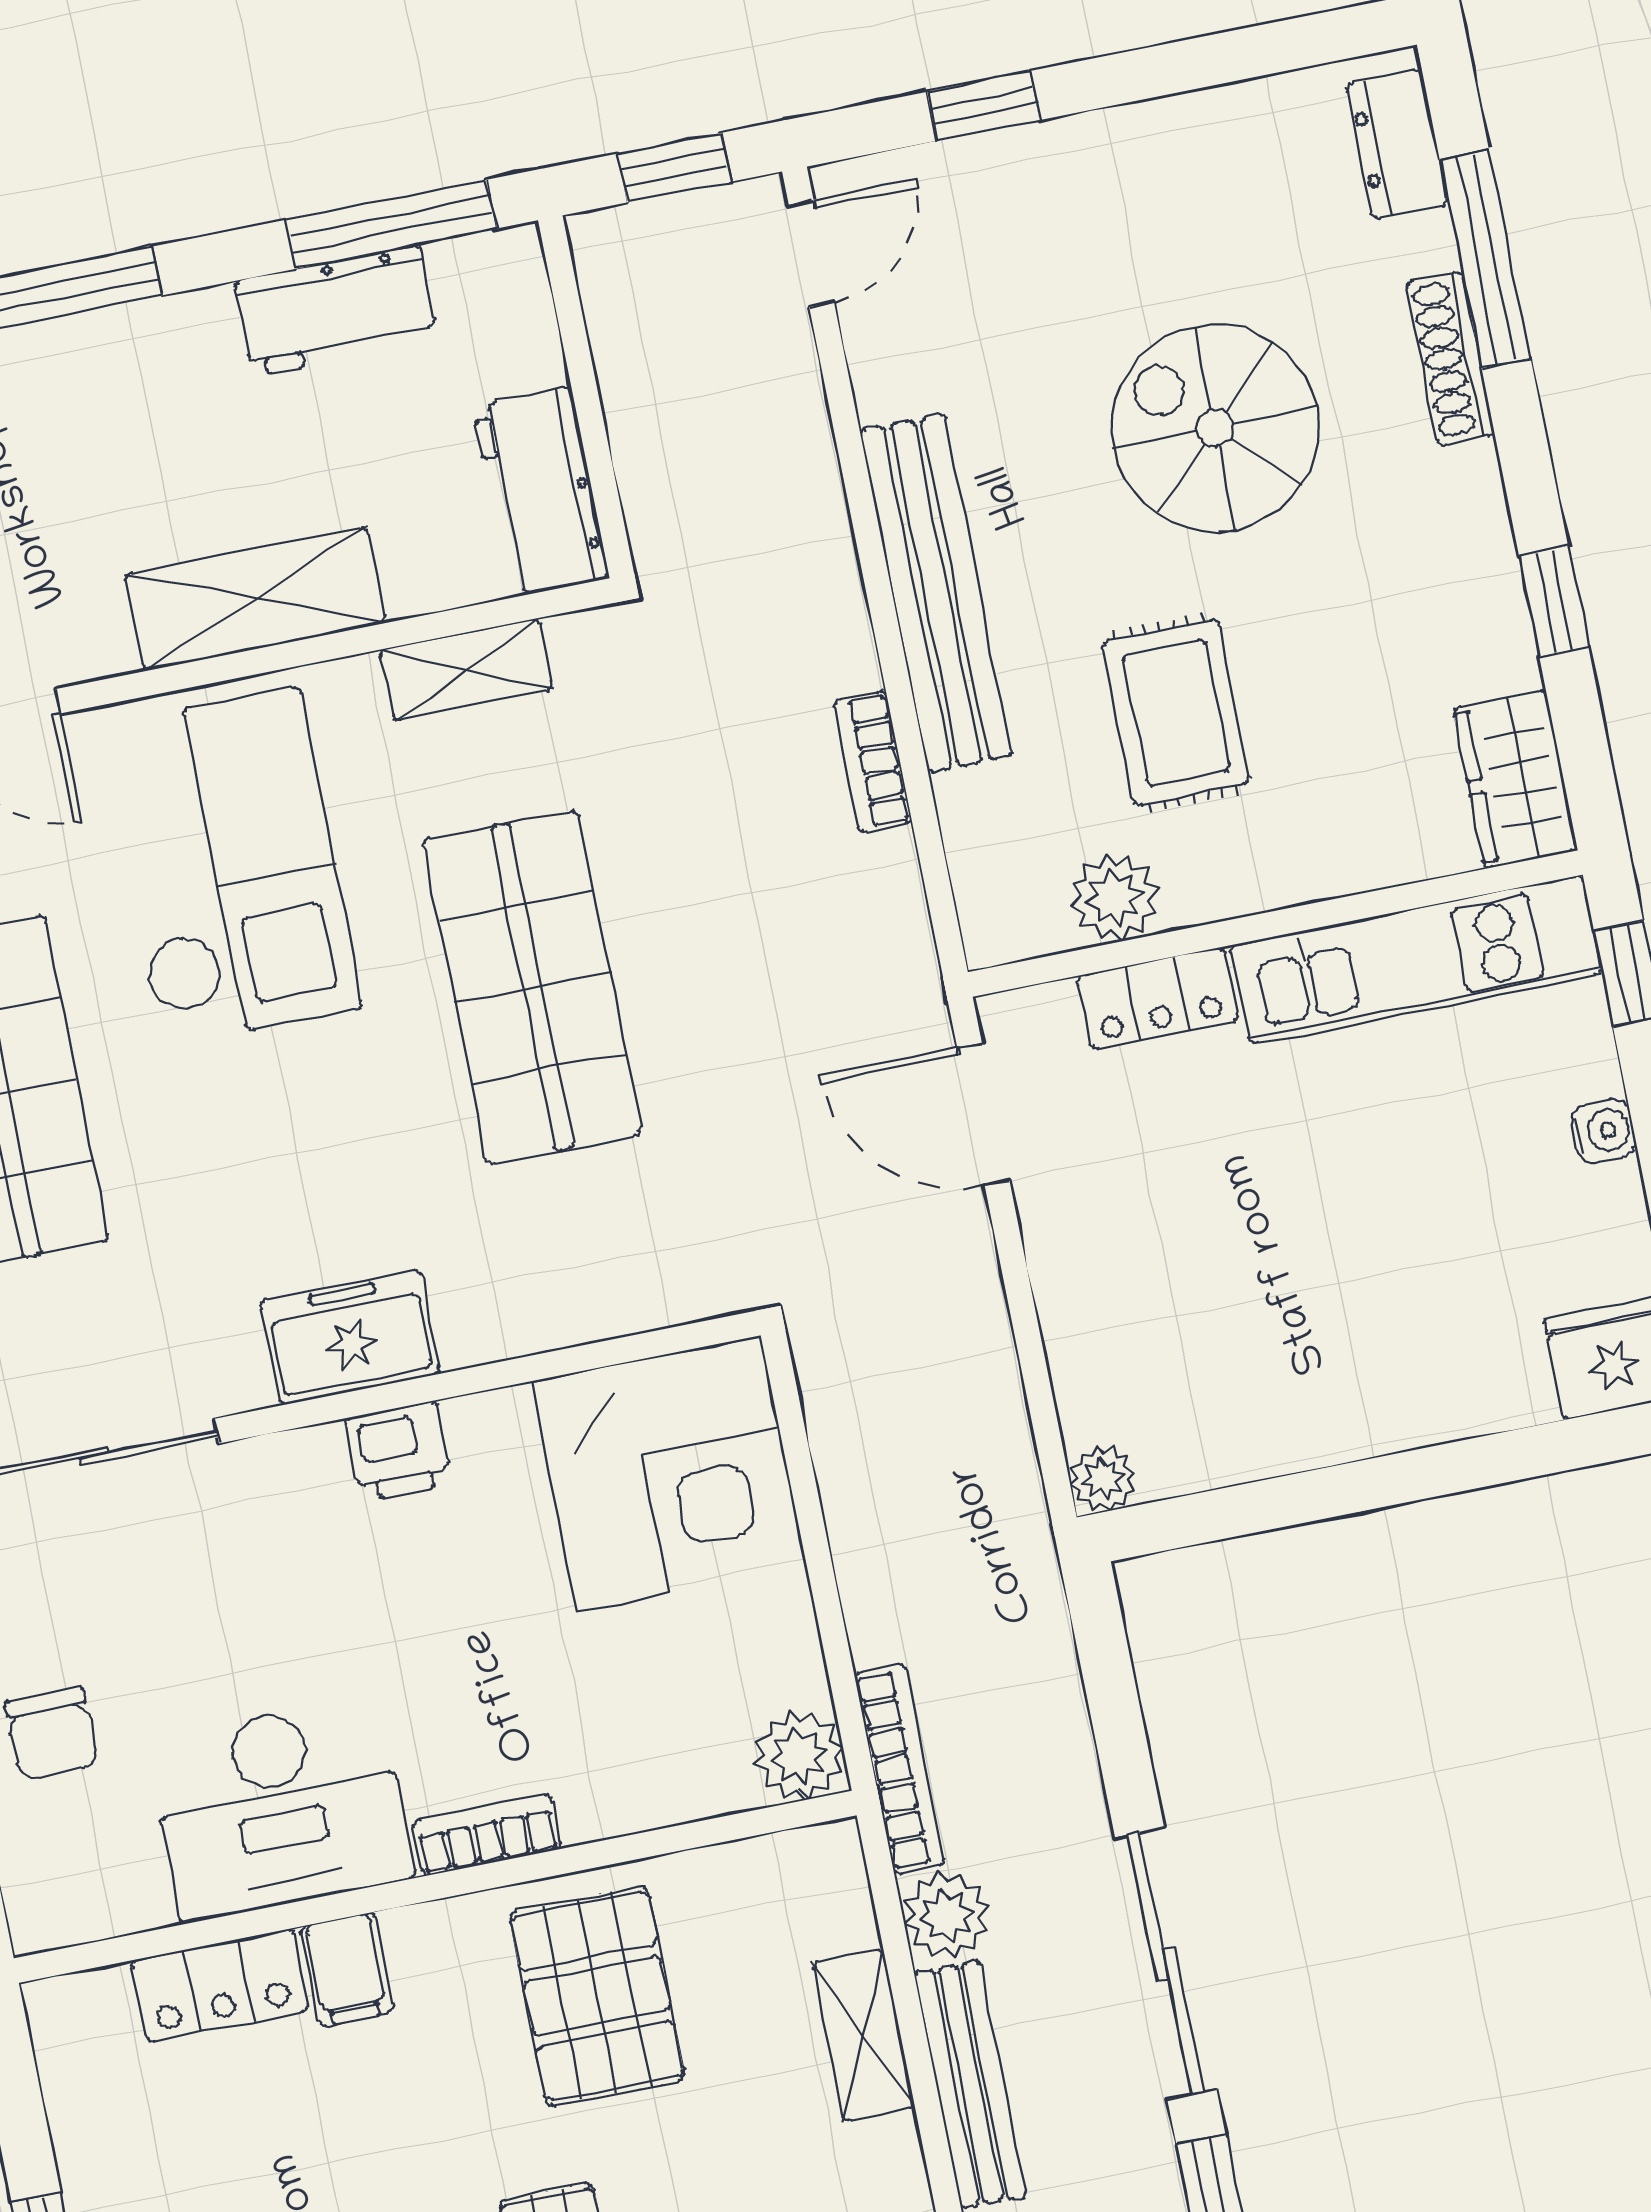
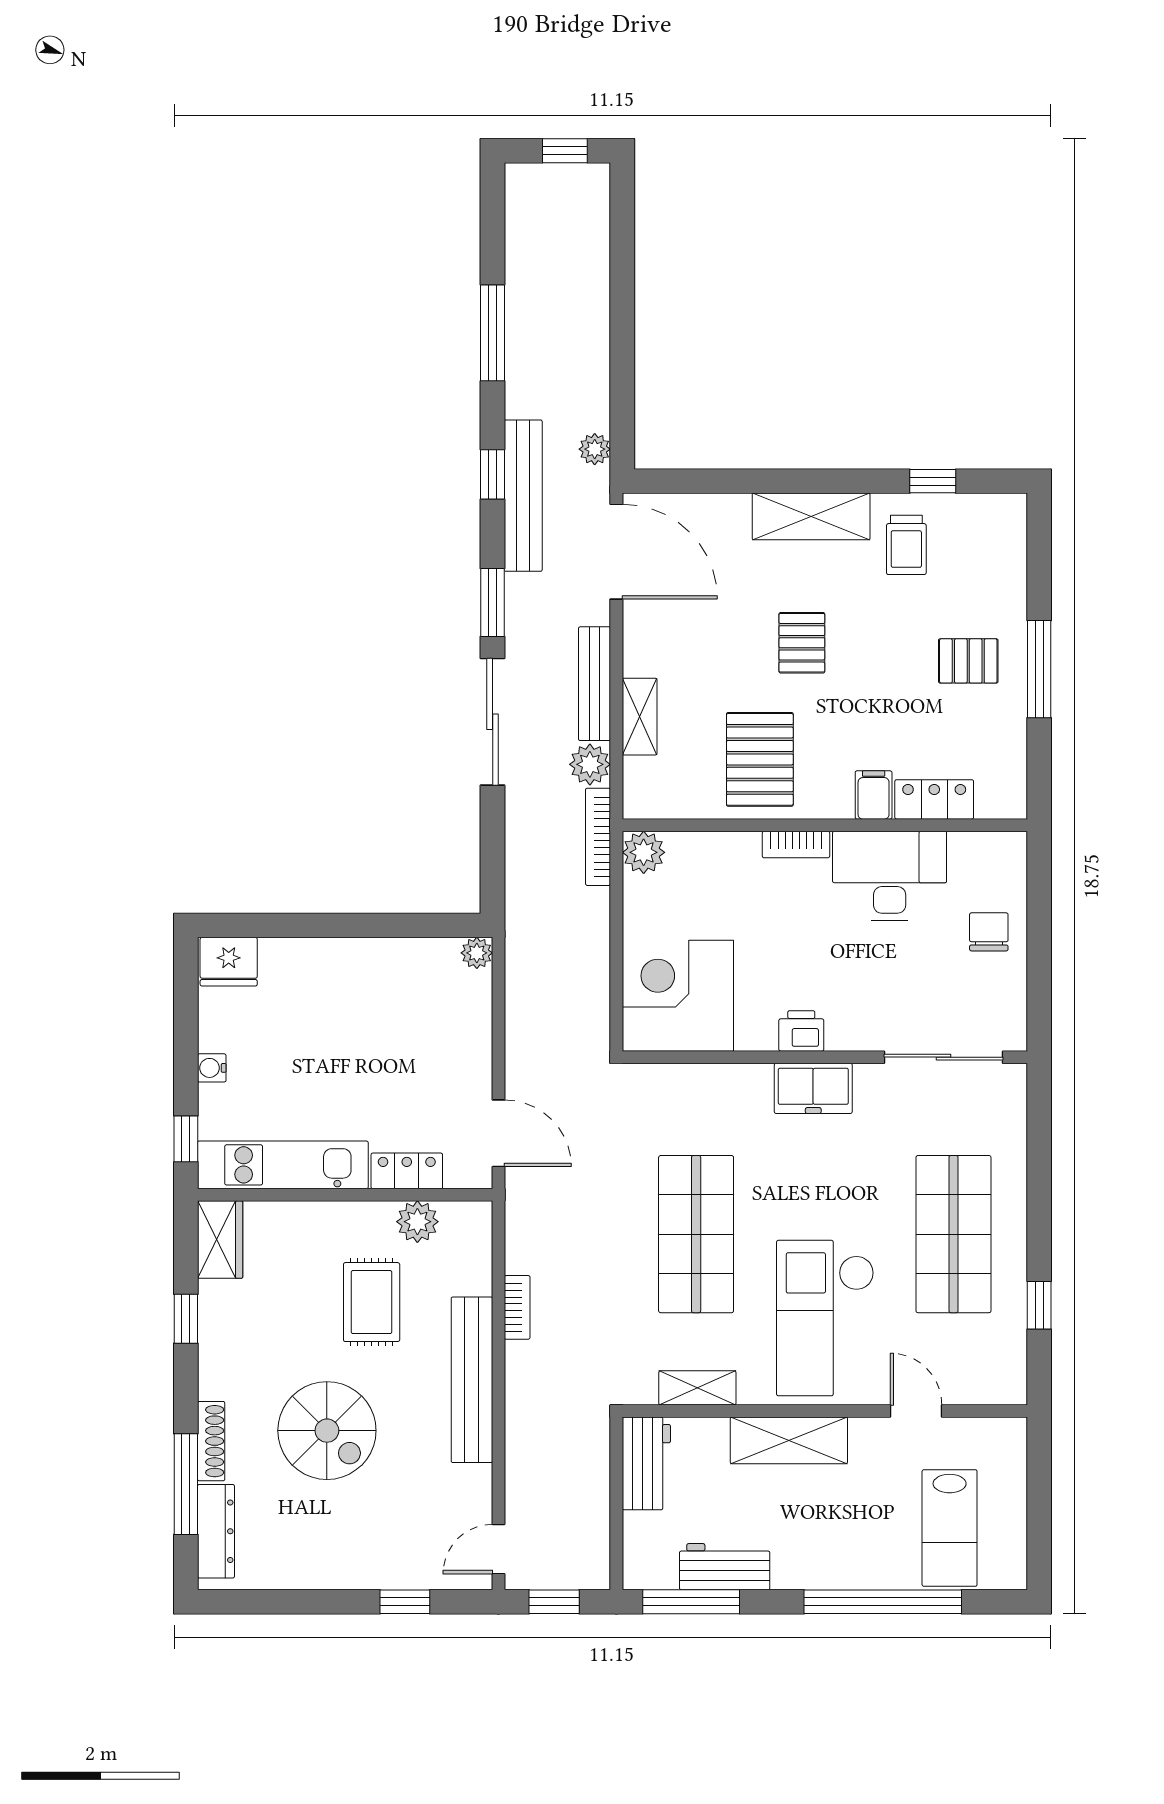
dresser: (1397, 144) -> (216, 1531), width x1.44

